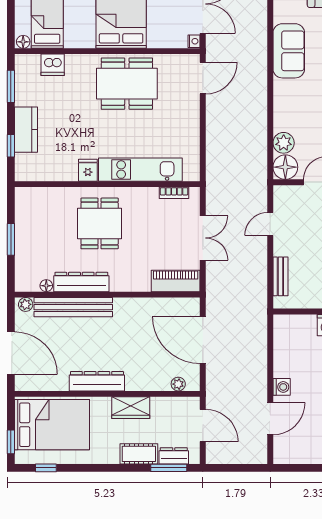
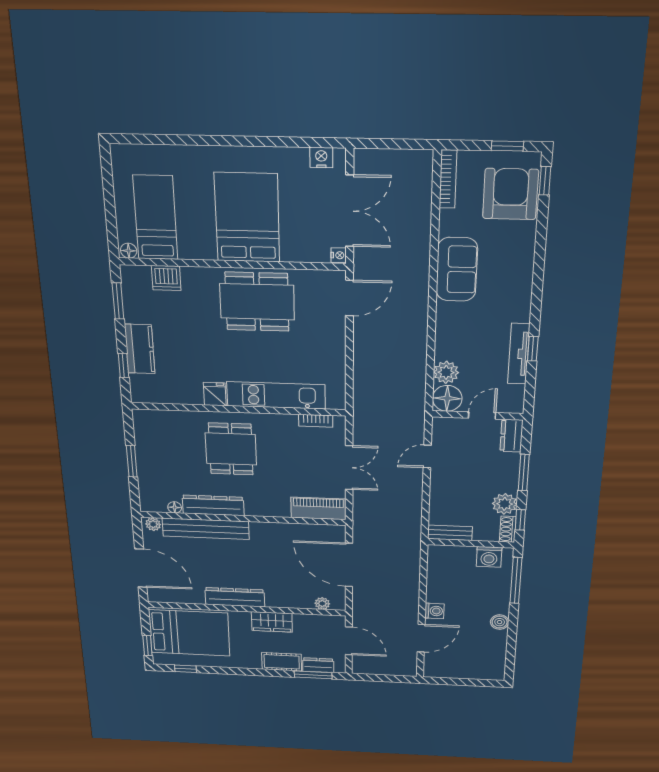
bench: (280, 276) -> (450, 533), moved, turned 90

